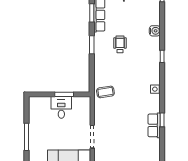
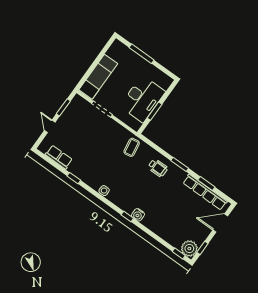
water cooler: (155, 31) -> (138, 215), moved
wheelchair: (120, 44) -> (158, 168), moved
desk: (61, 107) -> (143, 99), width x1.87, depth x1.30
row of seats: (154, 125) -> (59, 157), moved

